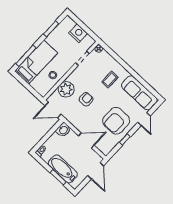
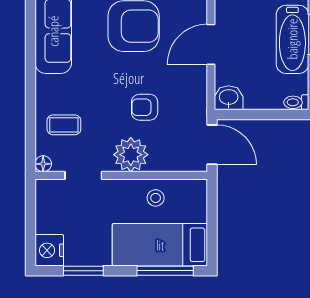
nightstand: (78, 33) -> (49, 250), moved
coffee table: (110, 79) -> (64, 125), moved
plant: (66, 89) -> (131, 155), moved
door: (86, 141) -> (211, 44), hinge flipped

